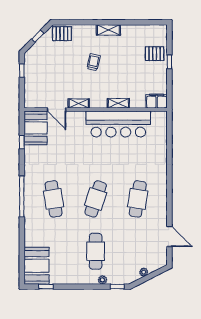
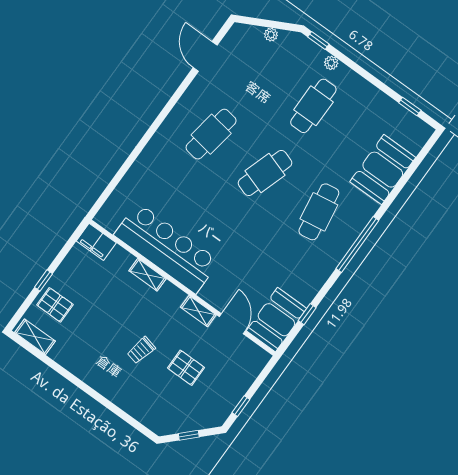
shelving: (108, 30) -> (35, 337), moved
pallet: (62, 34) -> (186, 368), moved
booth: (36, 266) -> (383, 170), moved

